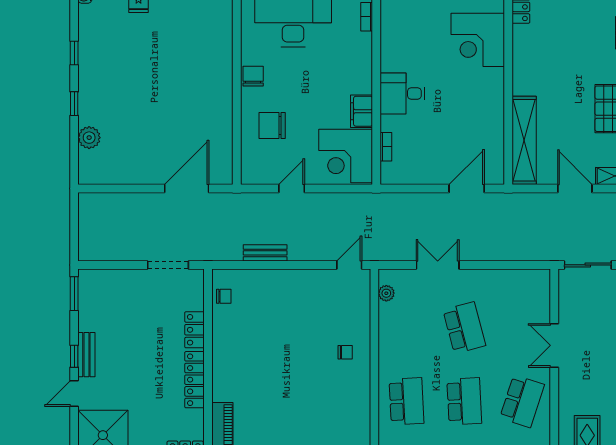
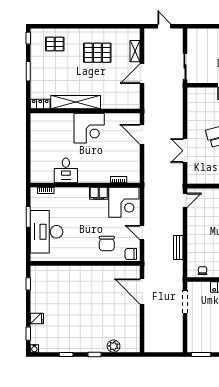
corner desk: (478, 40) -> (89, 128), moved
chair: (253, 76) -> (131, 254), moved
desk: (402, 93) -> (66, 170), moved
shelving: (524, 140) -> (76, 102), moved
door: (349, 265) -> (185, 200), swing flipped
plant: (386, 293) -> (201, 179), removed

